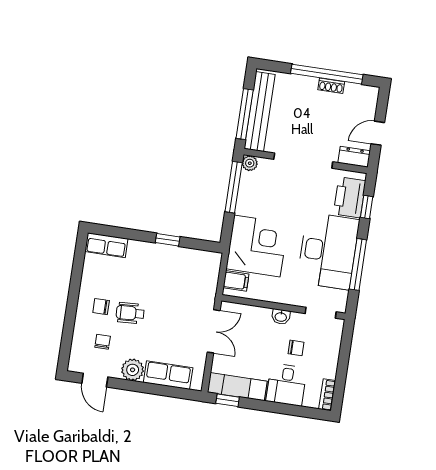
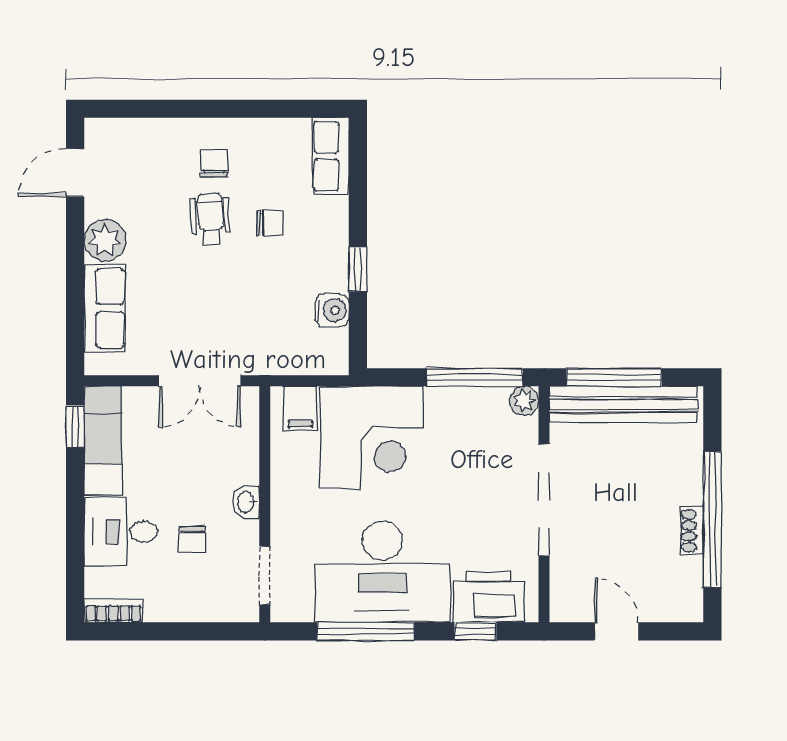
dresser: (354, 157) -> (566, 594), removed
water cooler: (187, 257) -> (332, 310), added
chair: (103, 342) -> (270, 223), moved

